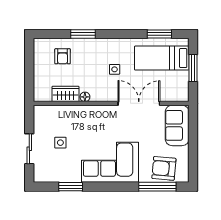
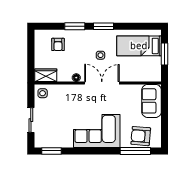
window: (159, 34) -> (103, 26), moved
wardrobe: (66, 94) -> (46, 75), moved
double door: (139, 103) -> (102, 83), moved
side table: (60, 143) -> (43, 93), moved
window: (71, 187) -> (51, 151), moved

